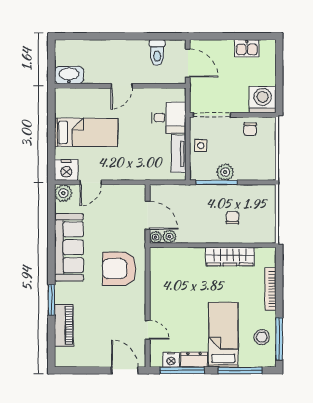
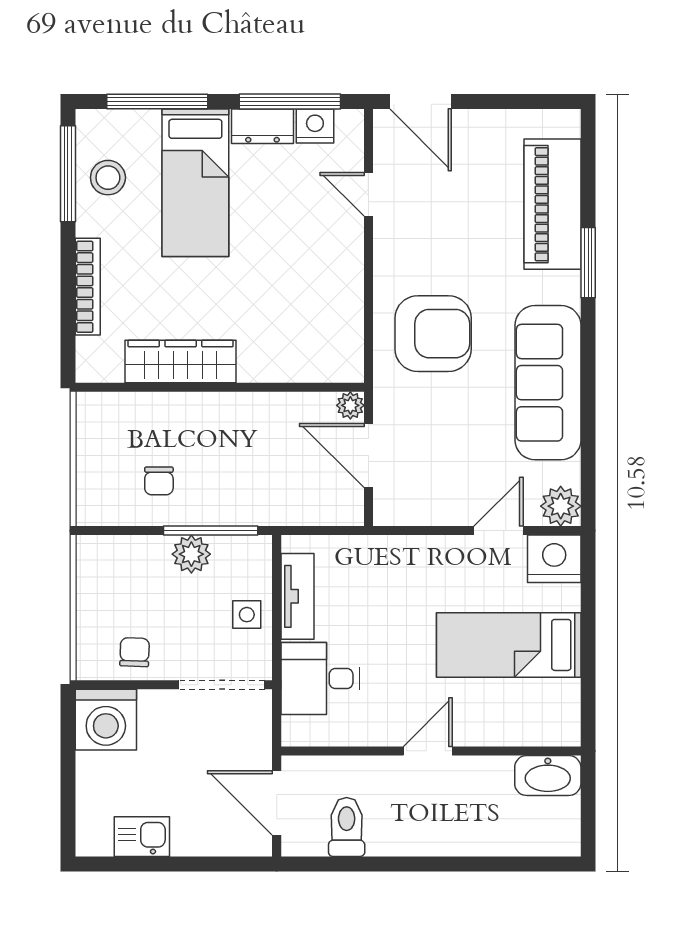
chair: (232, 218) -> (159, 481), moved
plant: (169, 237) -> (318, 407), removed
piano: (64, 325) -> (552, 204), width x1.37, depth x1.33

